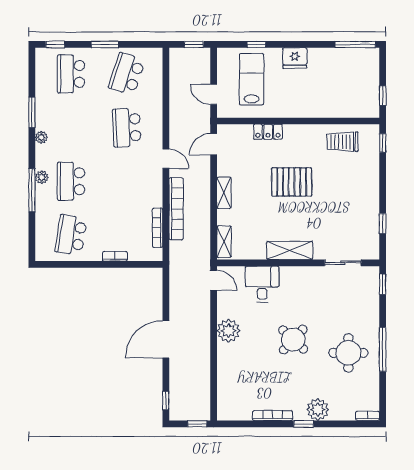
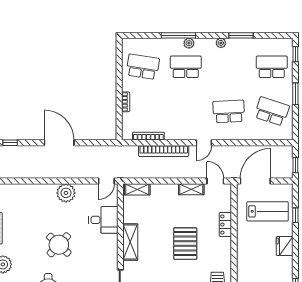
door: (214, 94) -> (255, 181), width x1.88
shelving: (224, 193) -> (191, 189), moved

